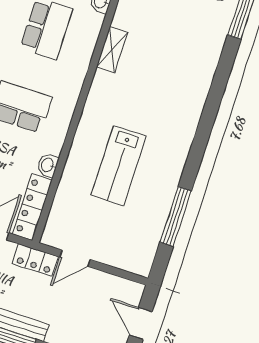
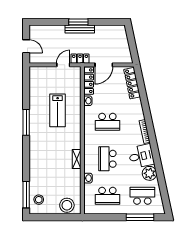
lab bench: (119, 166) -> (58, 110), turned 180
window: (176, 216) -> (26, 122), moved

